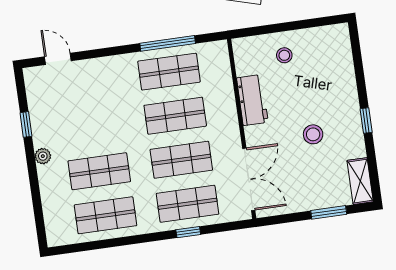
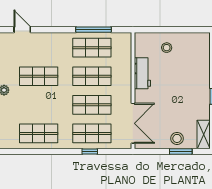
stool: (313, 134) -> (177, 138), moved
shop shelf: (99, 171) -> (39, 76), moved

